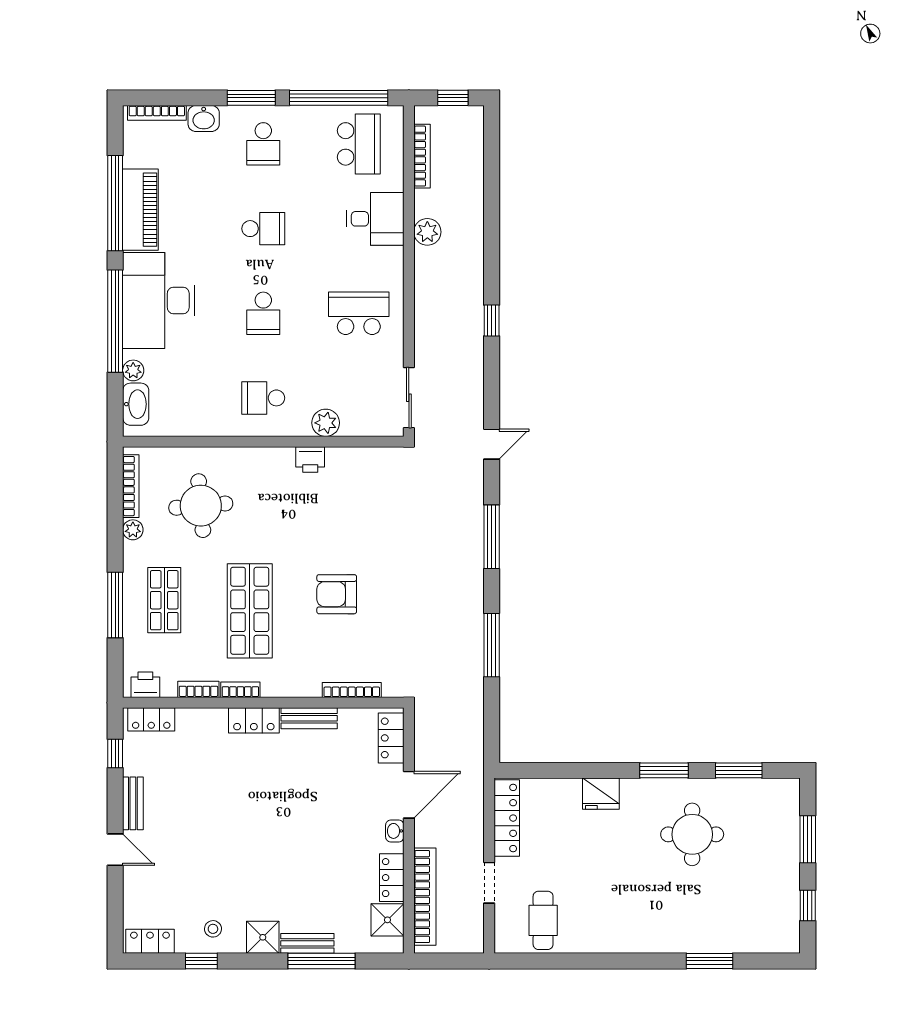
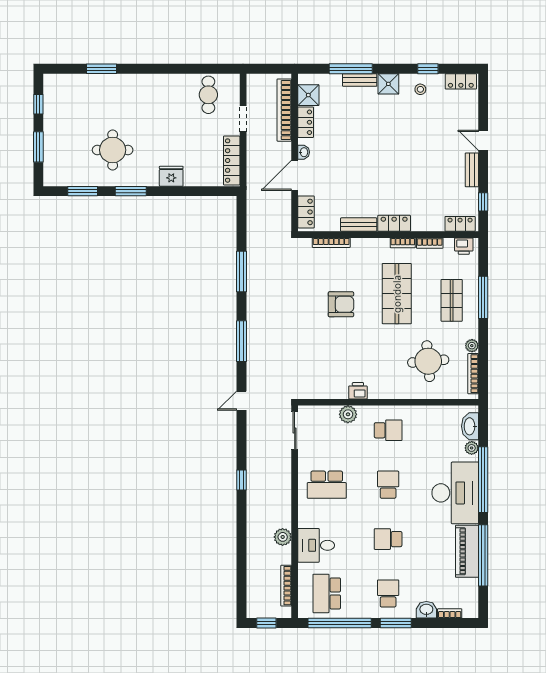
bookcase: (157, 113) -> (450, 613), width x0.64

